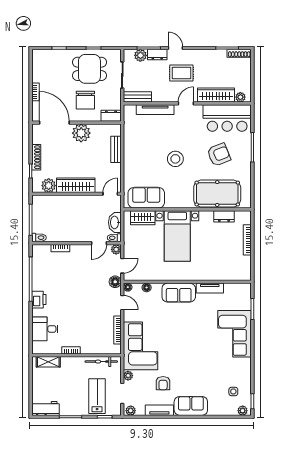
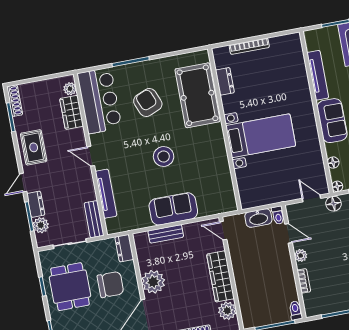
rug: (181, 73) -> (34, 147), moved
wardrobe: (216, 95) -> (72, 112), width x0.67
sofa: (146, 198) -> (173, 209), moved, turned 90
wardrobe: (143, 218) -> (246, 184), removed
plant: (116, 249) -> (301, 255), moved
tv unit: (210, 288) -> (318, 75), width x1.41

